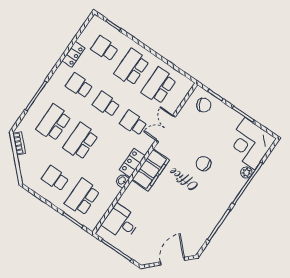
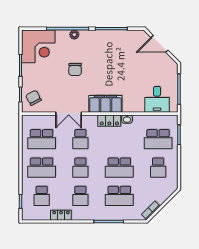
plant: (246, 173) -> (74, 35), moved

